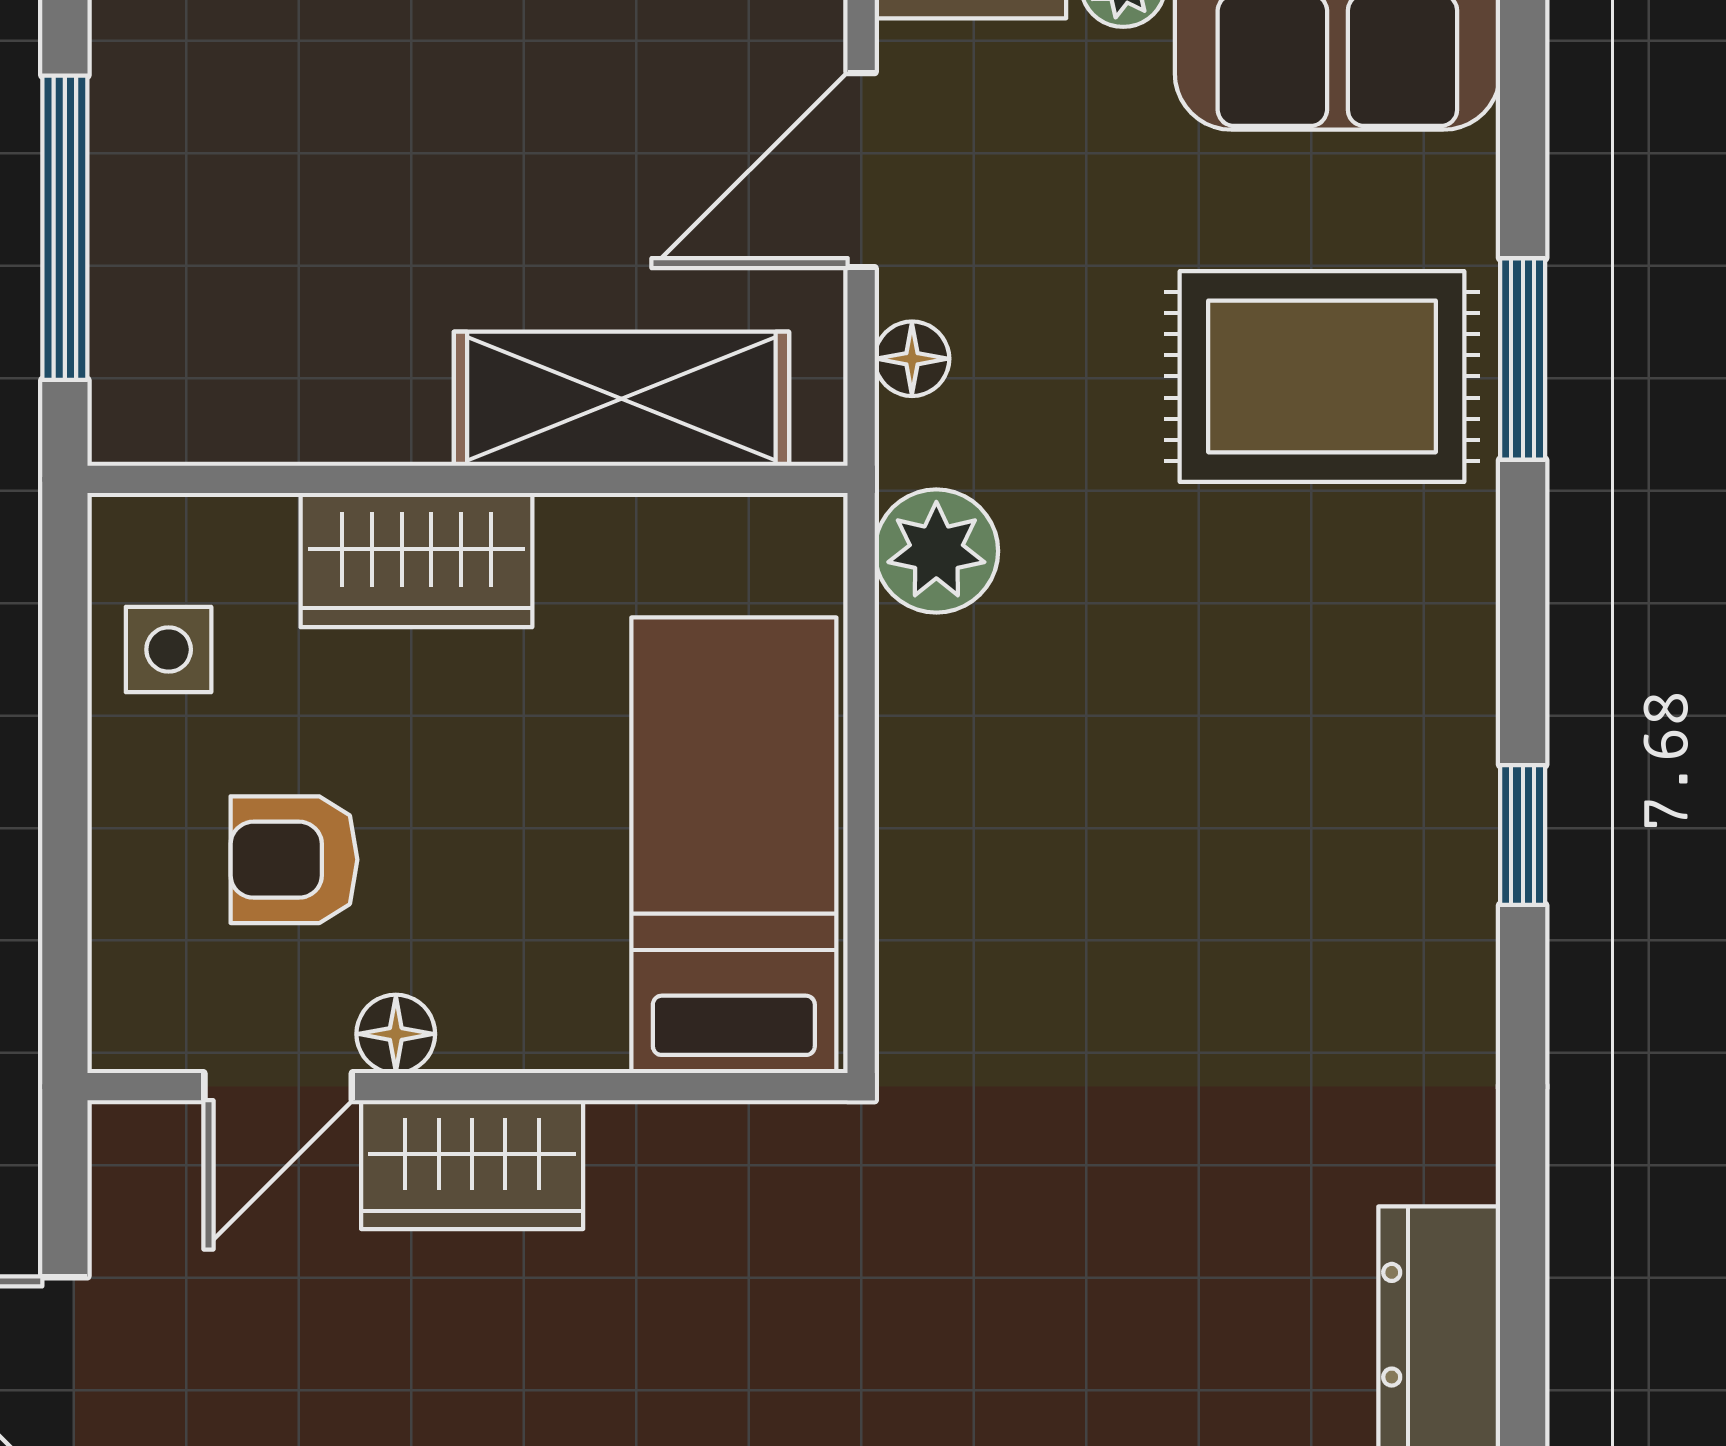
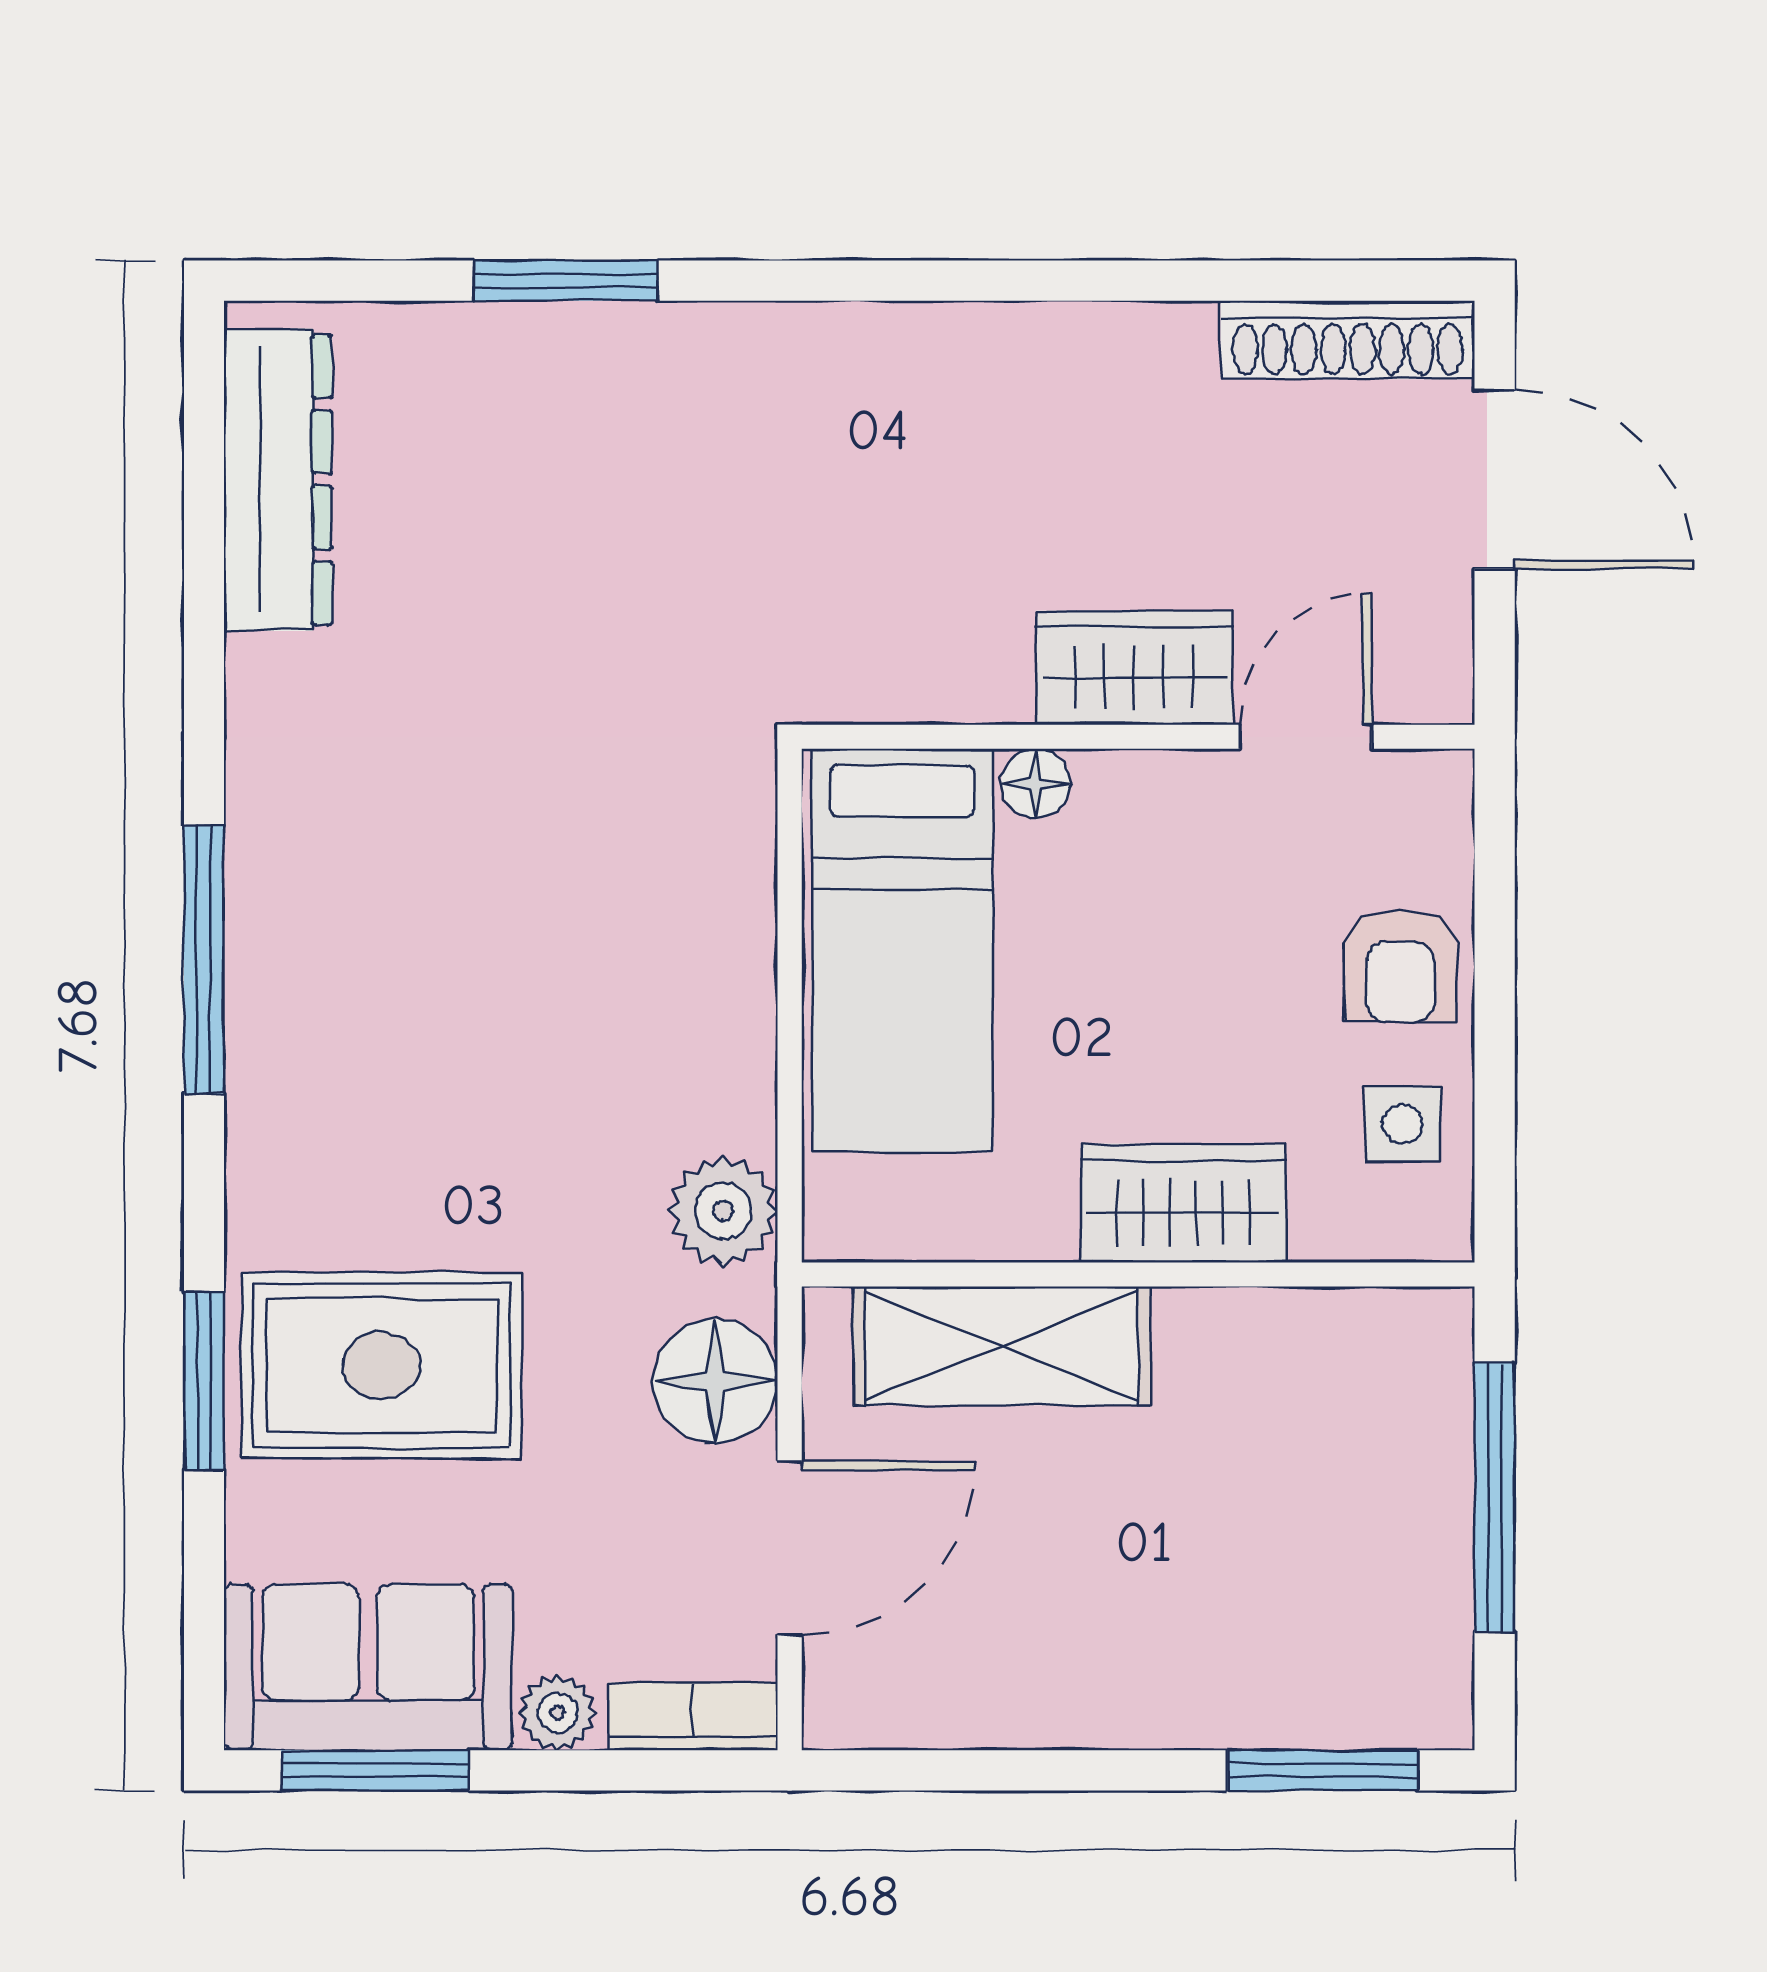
floor lamp: (912, 359) -> (715, 1381), width x1.89, depth x1.89
window: (1523, 835) -> (204, 960), width x2.17
armchair: (294, 860) -> (1400, 966), moved, turned 90
floor lamp: (396, 1034) -> (1036, 783), moved

